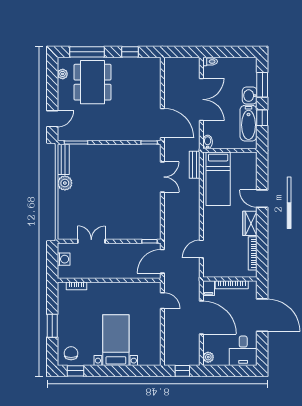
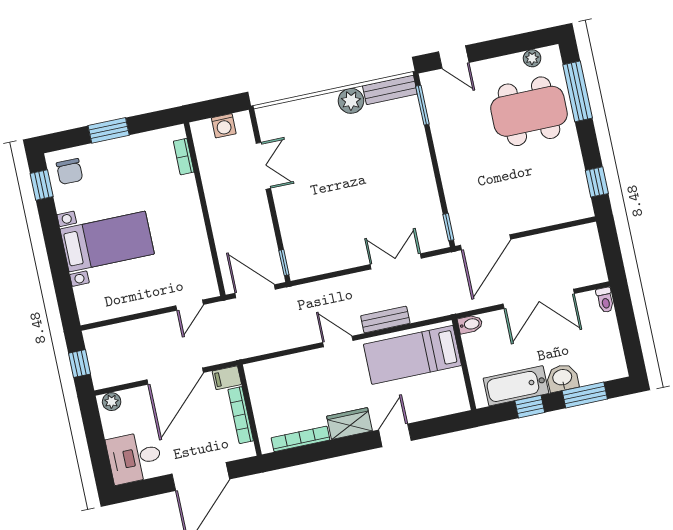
window: (130, 52) -> (597, 182), moved
bench: (195, 165) -> (385, 320), moved
double door: (162, 177) -> (396, 261), swing flipped
door: (201, 249) -> (338, 342), moved
chair: (71, 353) -> (70, 171), turned 90

